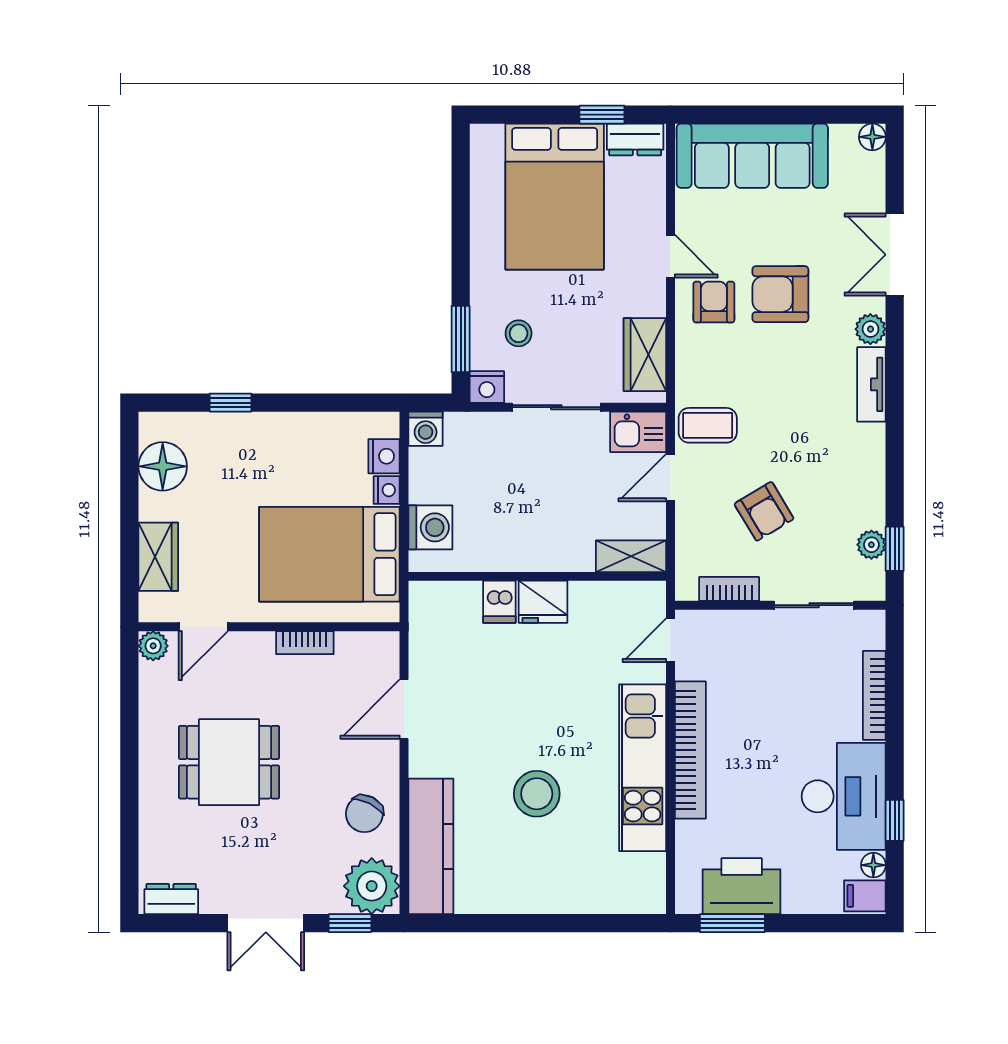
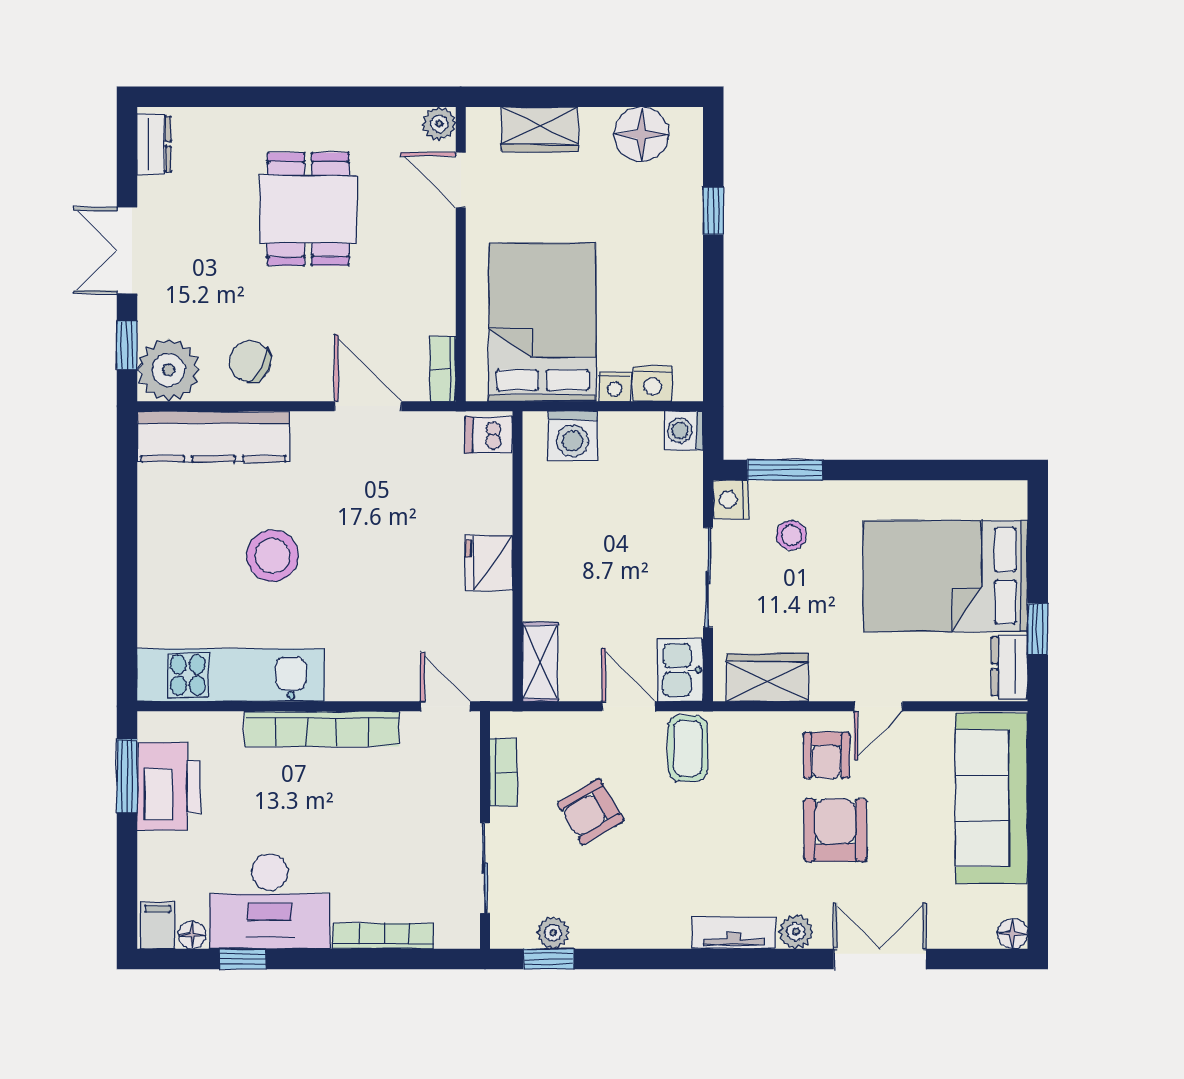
armchair: (714, 302) -> (826, 755), turned 90
dishwasher: (499, 602) -> (489, 435), moved
bookcase: (305, 643) -> (443, 369), moved
kitchen unit: (643, 768) -> (231, 675), moved

